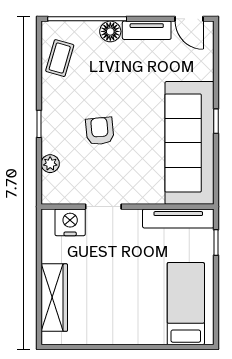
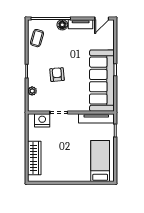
door: (189, 19) -> (102, 18), hinge flipped

